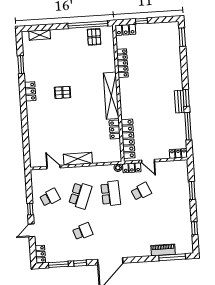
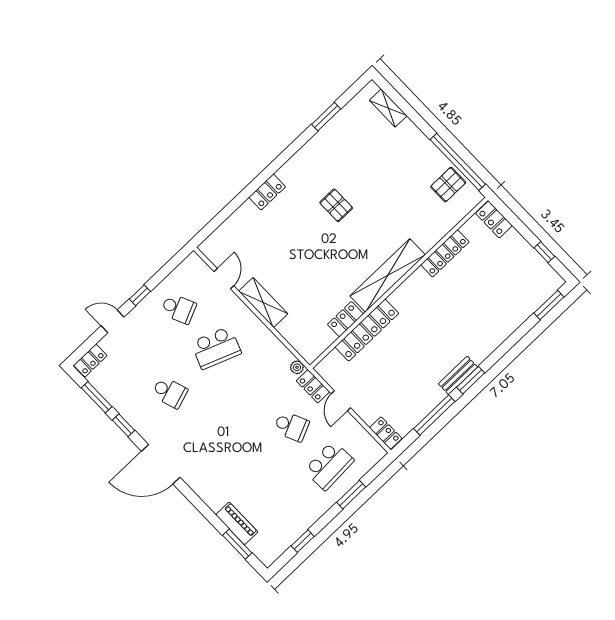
window: (141, 21) -> (544, 252), moved
locker: (30, 91) -> (267, 192), moved
locker: (128, 139) -> (367, 330), moved
school desk: (111, 193) -> (329, 465), moved
window: (172, 257) -> (237, 544), width x0.69

